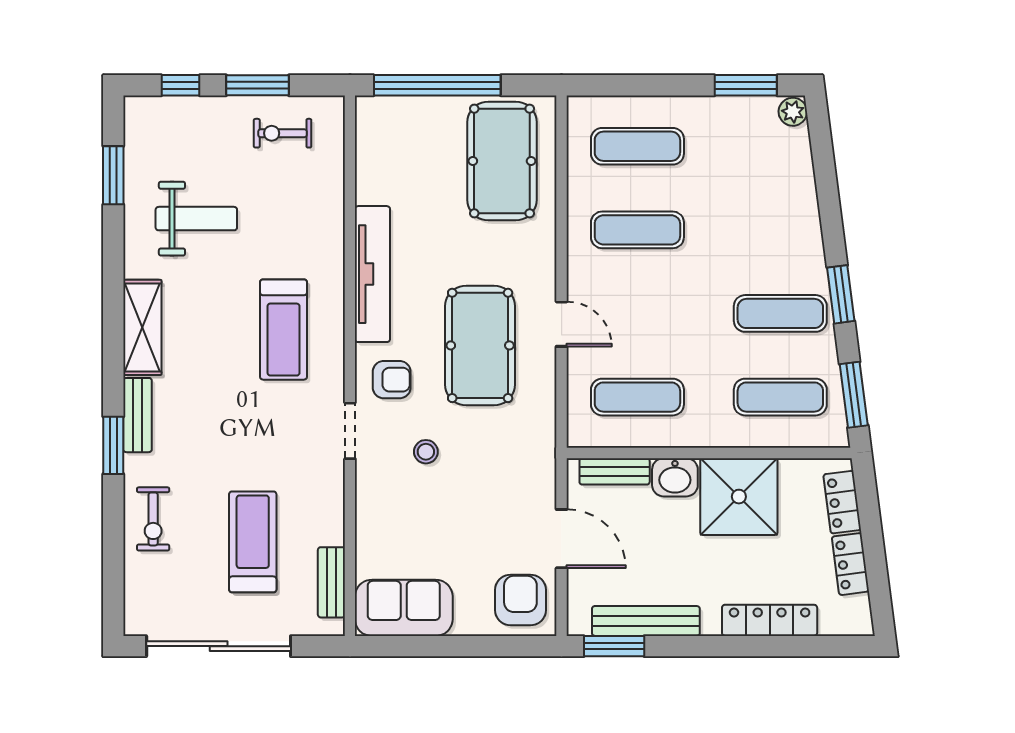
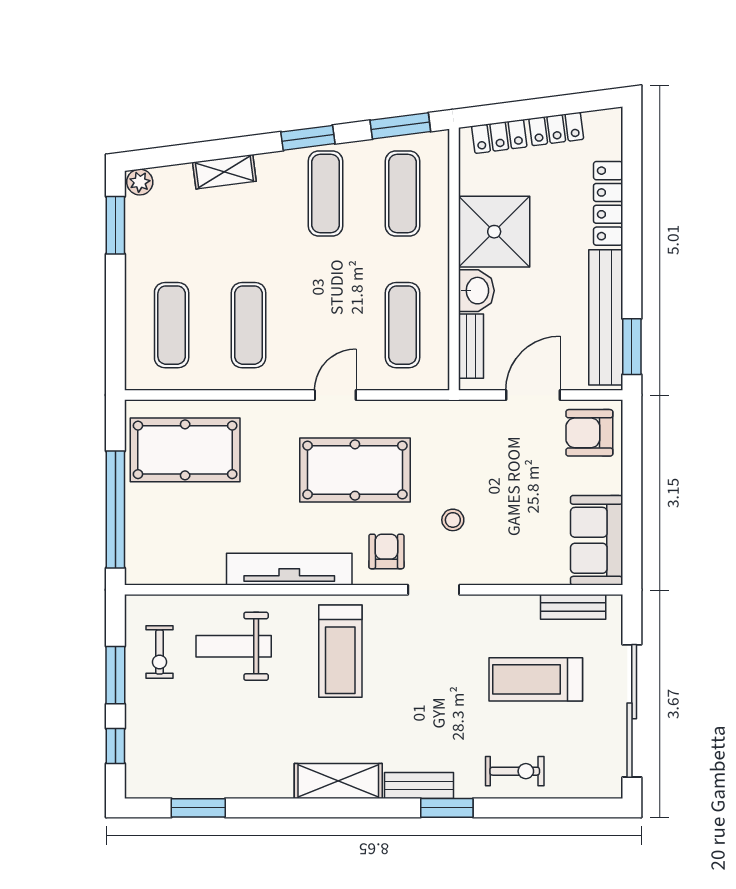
shelving: (804, 204) -> (224, 172), added
weight bench: (196, 219) -> (234, 646), moved, turned -90
treadmill: (284, 330) -> (340, 651), turned 90
bench: (646, 621) -> (606, 317), width x1.37, depth x1.21

